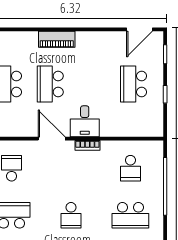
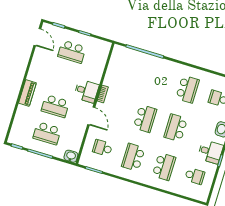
door: (52, 139) -> (91, 116), swing flipped
school desk: (130, 168) -> (126, 70), removed
school desk: (71, 215) -> (145, 119), width x1.85
school desk: (130, 215) -> (157, 80), removed

